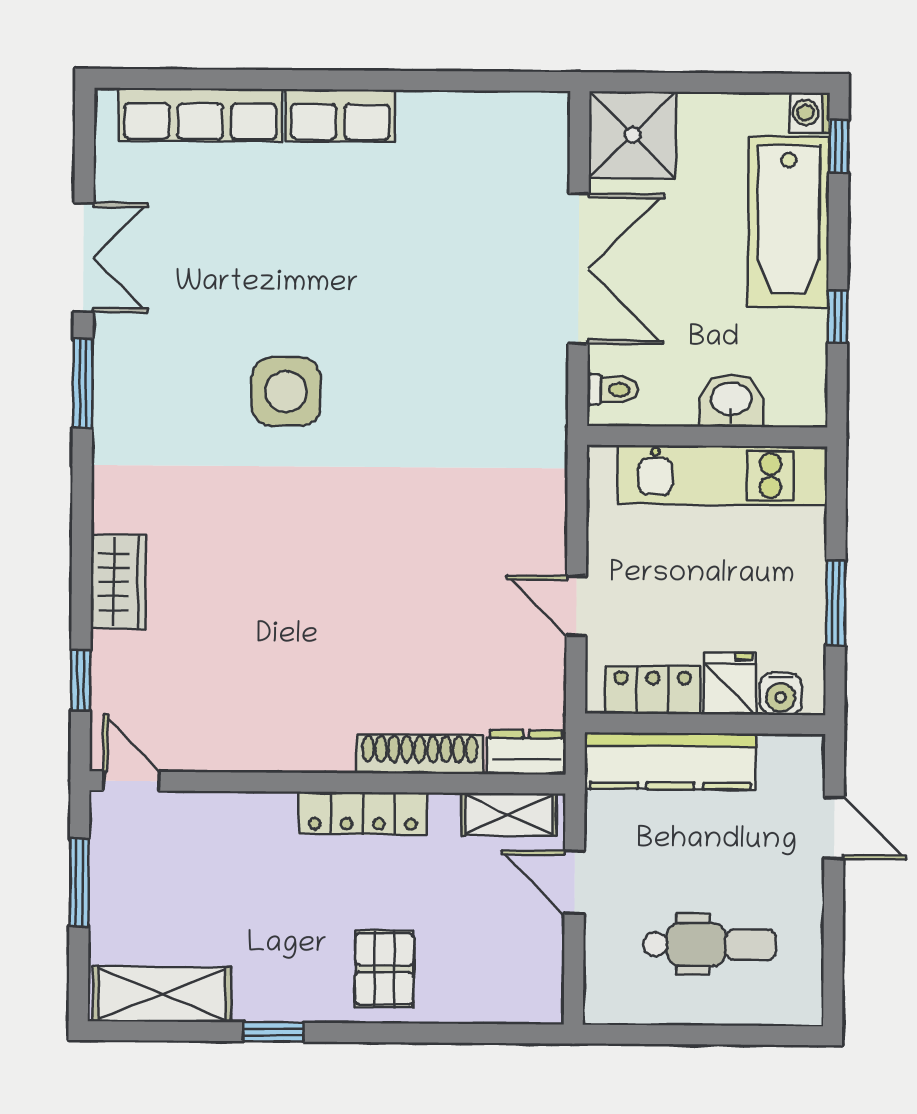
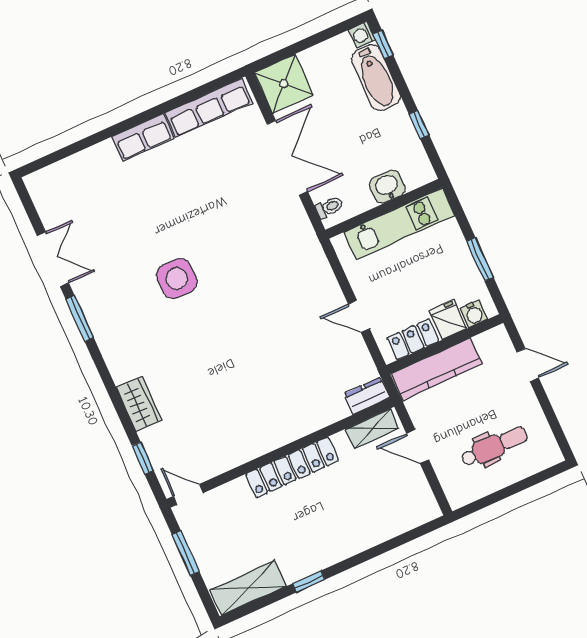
row of seats: (200, 115) -> (209, 108), moved
bathtub: (789, 222) -> (376, 78), width x0.73, depth x0.73
shoe rack: (420, 754) -> (318, 420), removed
locker: (363, 813) -> (292, 467), width x1.41, depth x1.21
pallet: (384, 969) -> (347, 528), removed

